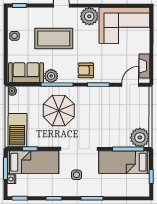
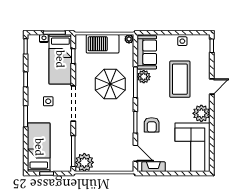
armchair: (86, 70) -> (152, 125), moved, turned 180
barbecue: (17, 130) -> (103, 44), moved
bed: (124, 162) -> (39, 147), moved

